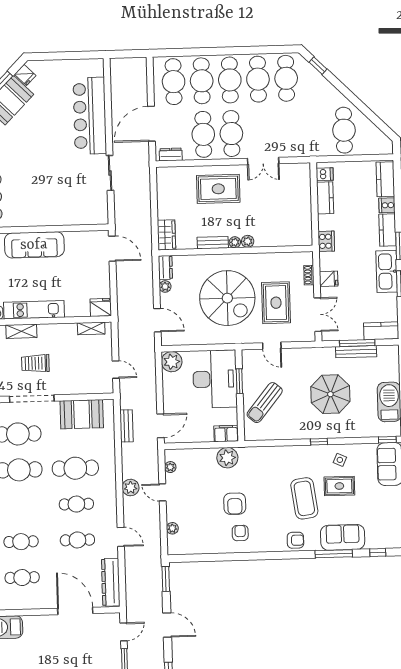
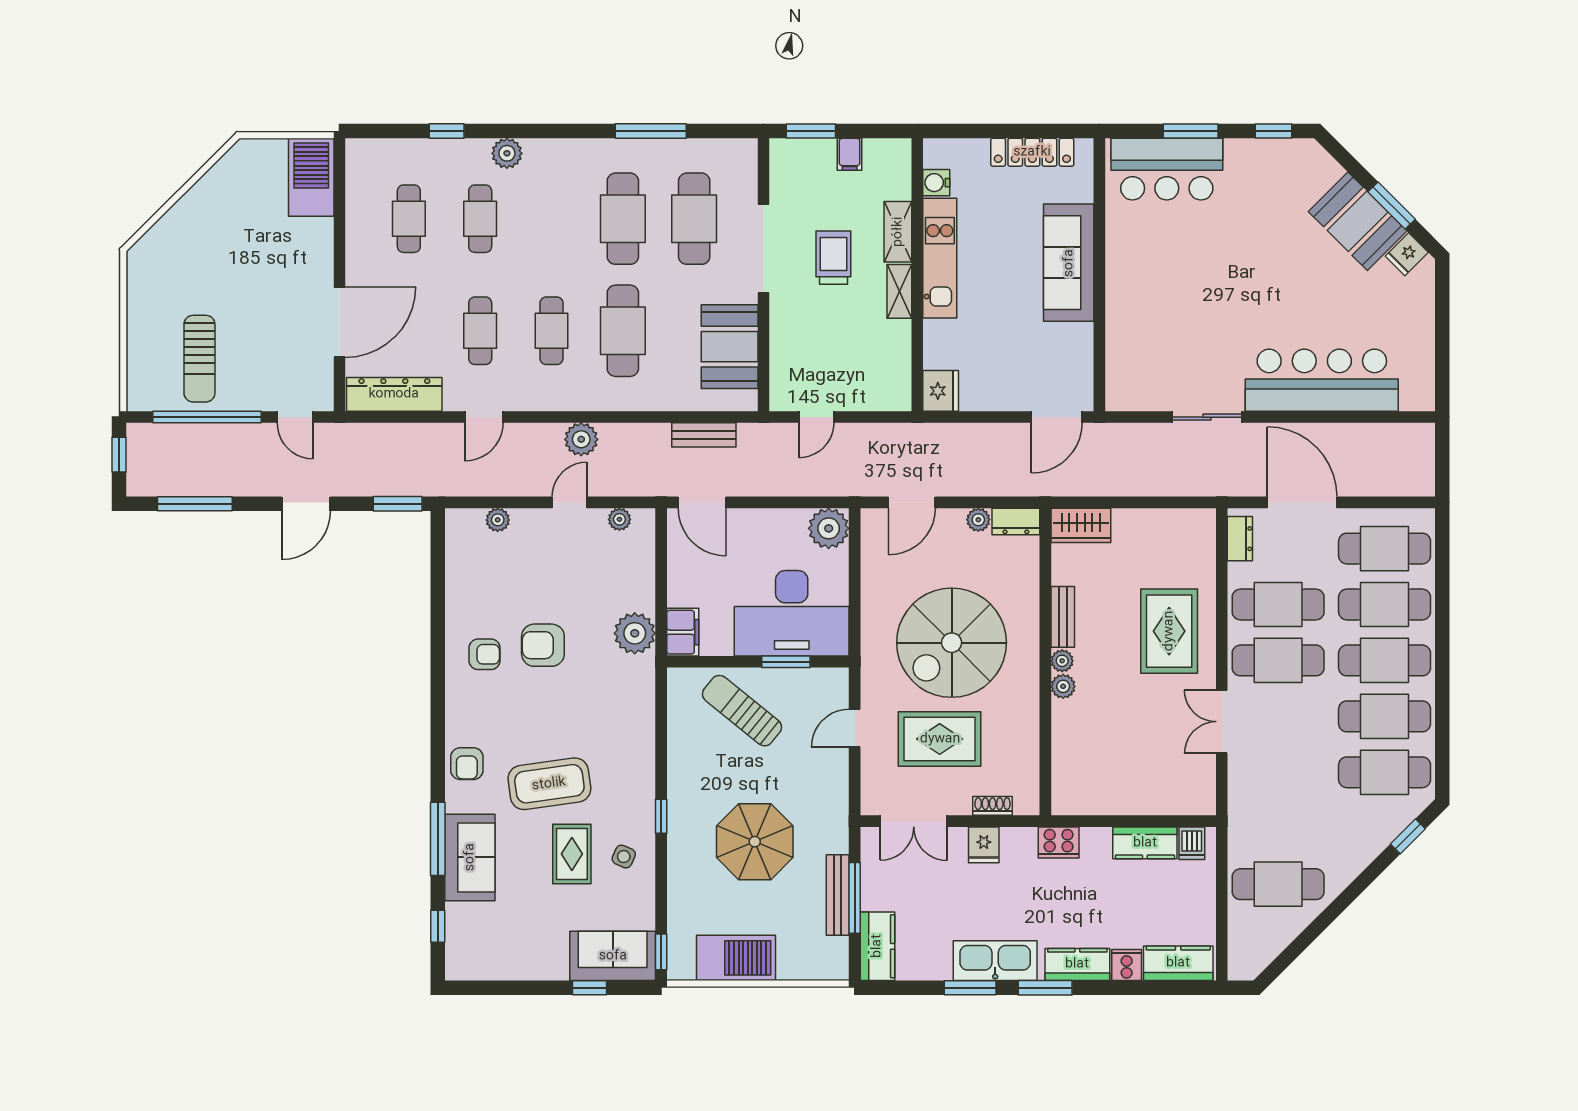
shelving: (91, 328) -> (899, 291), moved

